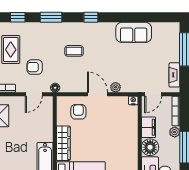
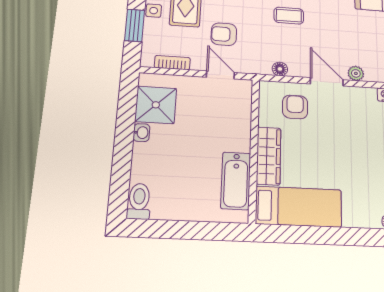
floor lamp: (55, 88) -> (280, 69), moved
door: (34, 94) -> (220, 75), swing flipped

